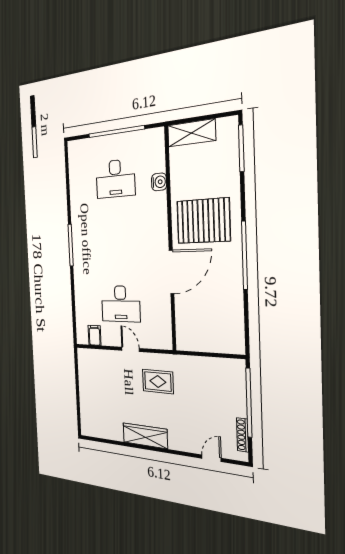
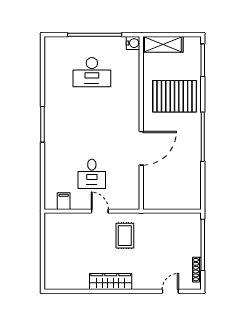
water cooler: (159, 182) -> (133, 43), moved
pallet: (203, 221) -> (175, 96), moved
desk: (121, 304) -> (92, 174), width x0.73
rug: (158, 381) -> (125, 236), turned 90

